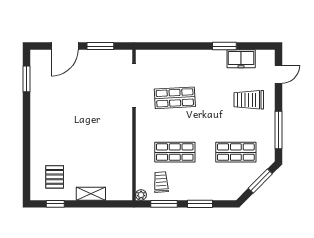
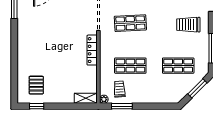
locker: (126, 132) -> (92, 50), added
shelving: (91, 194) -> (86, 98), moved
window: (200, 204) -> (150, 106), removed

